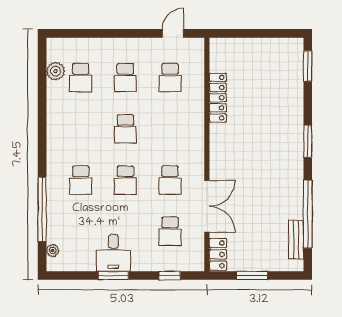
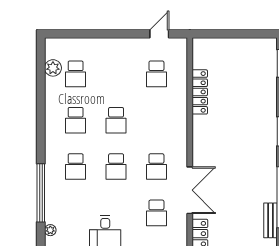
school desk: (125, 78) -> (76, 120), moved

